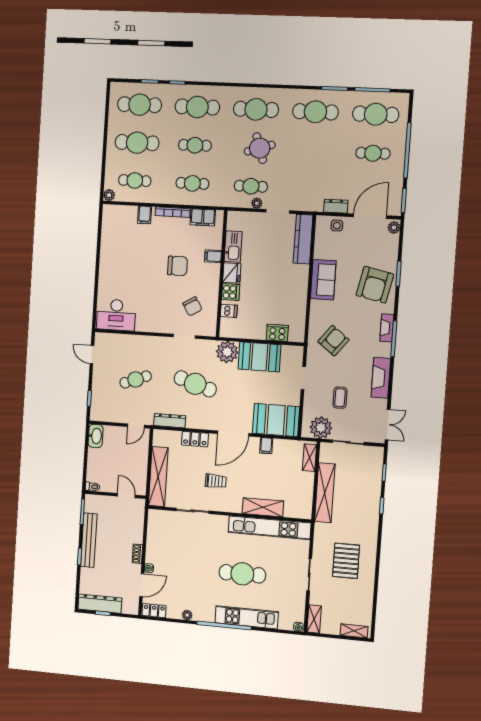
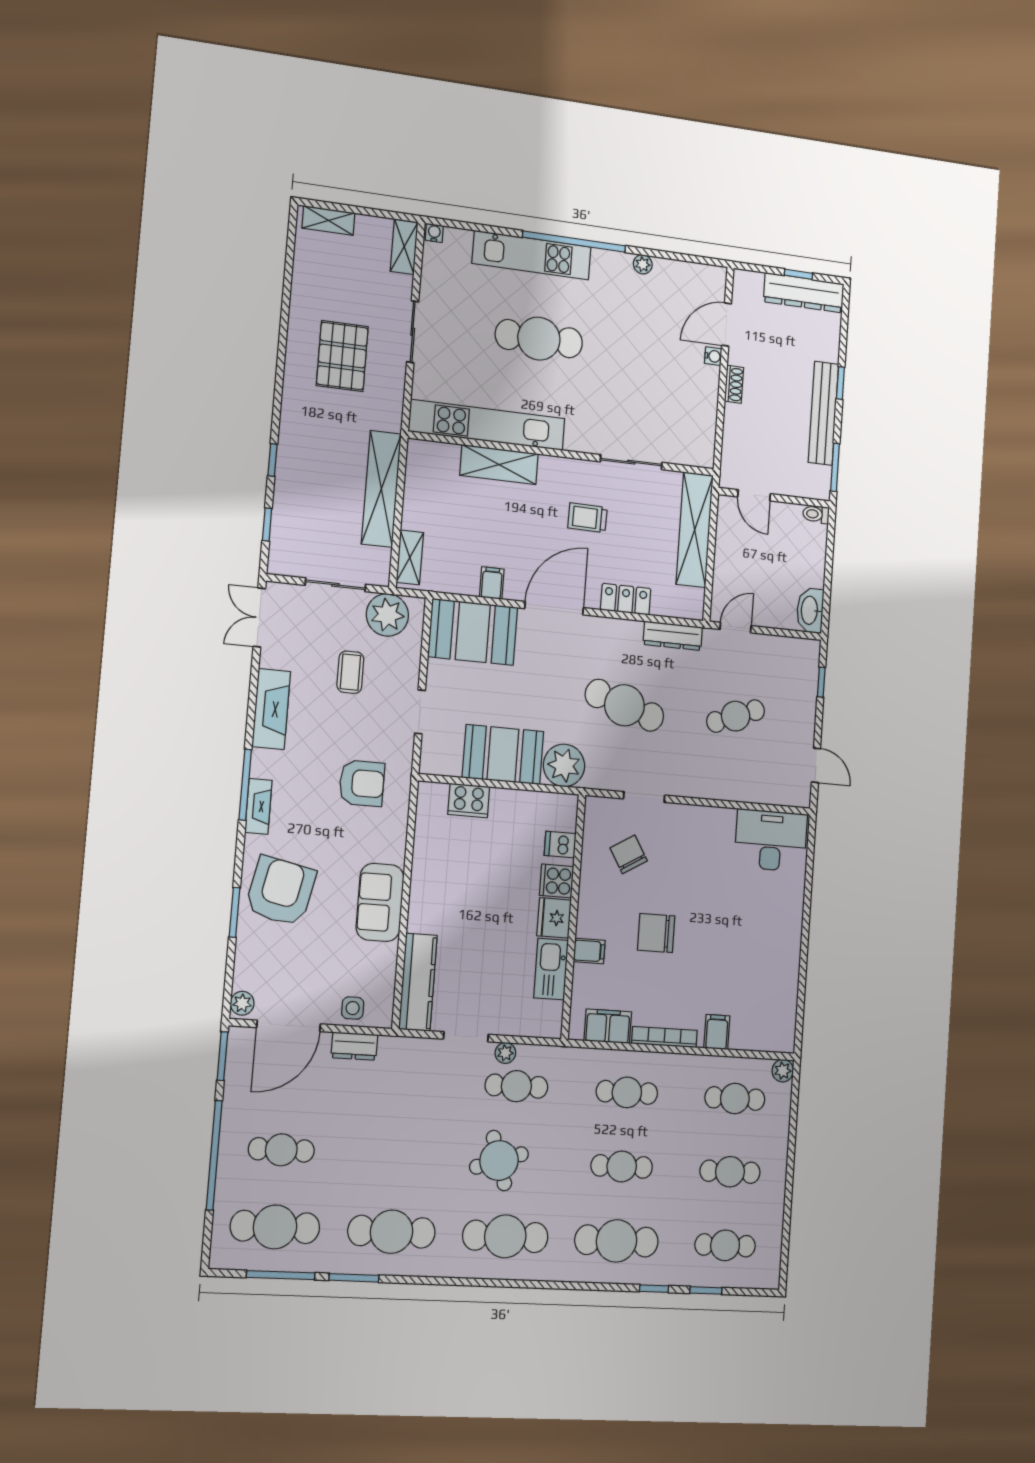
cafe table: (140, 105) -> (725, 1245), width x0.73, depth x0.74
cafe table: (137, 143) -> (730, 1172), width x0.73, depth x0.74
armchair: (333, 341) -> (362, 783), turned -128
locker: (154, 611) -> (704, 275), removed

